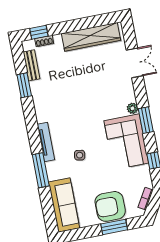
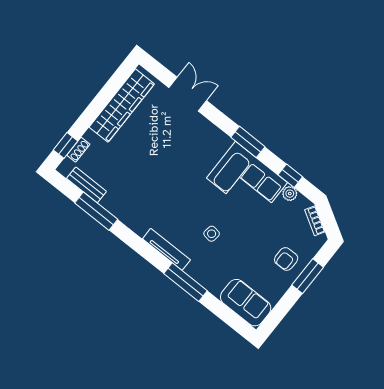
window: (24, 85) -> (96, 211), width x1.44
plant: (132, 108) -> (290, 194), moved
sofa: (64, 205) -> (246, 303), width x0.73
armchair: (110, 206) -> (286, 259), width x0.53, depth x0.53

